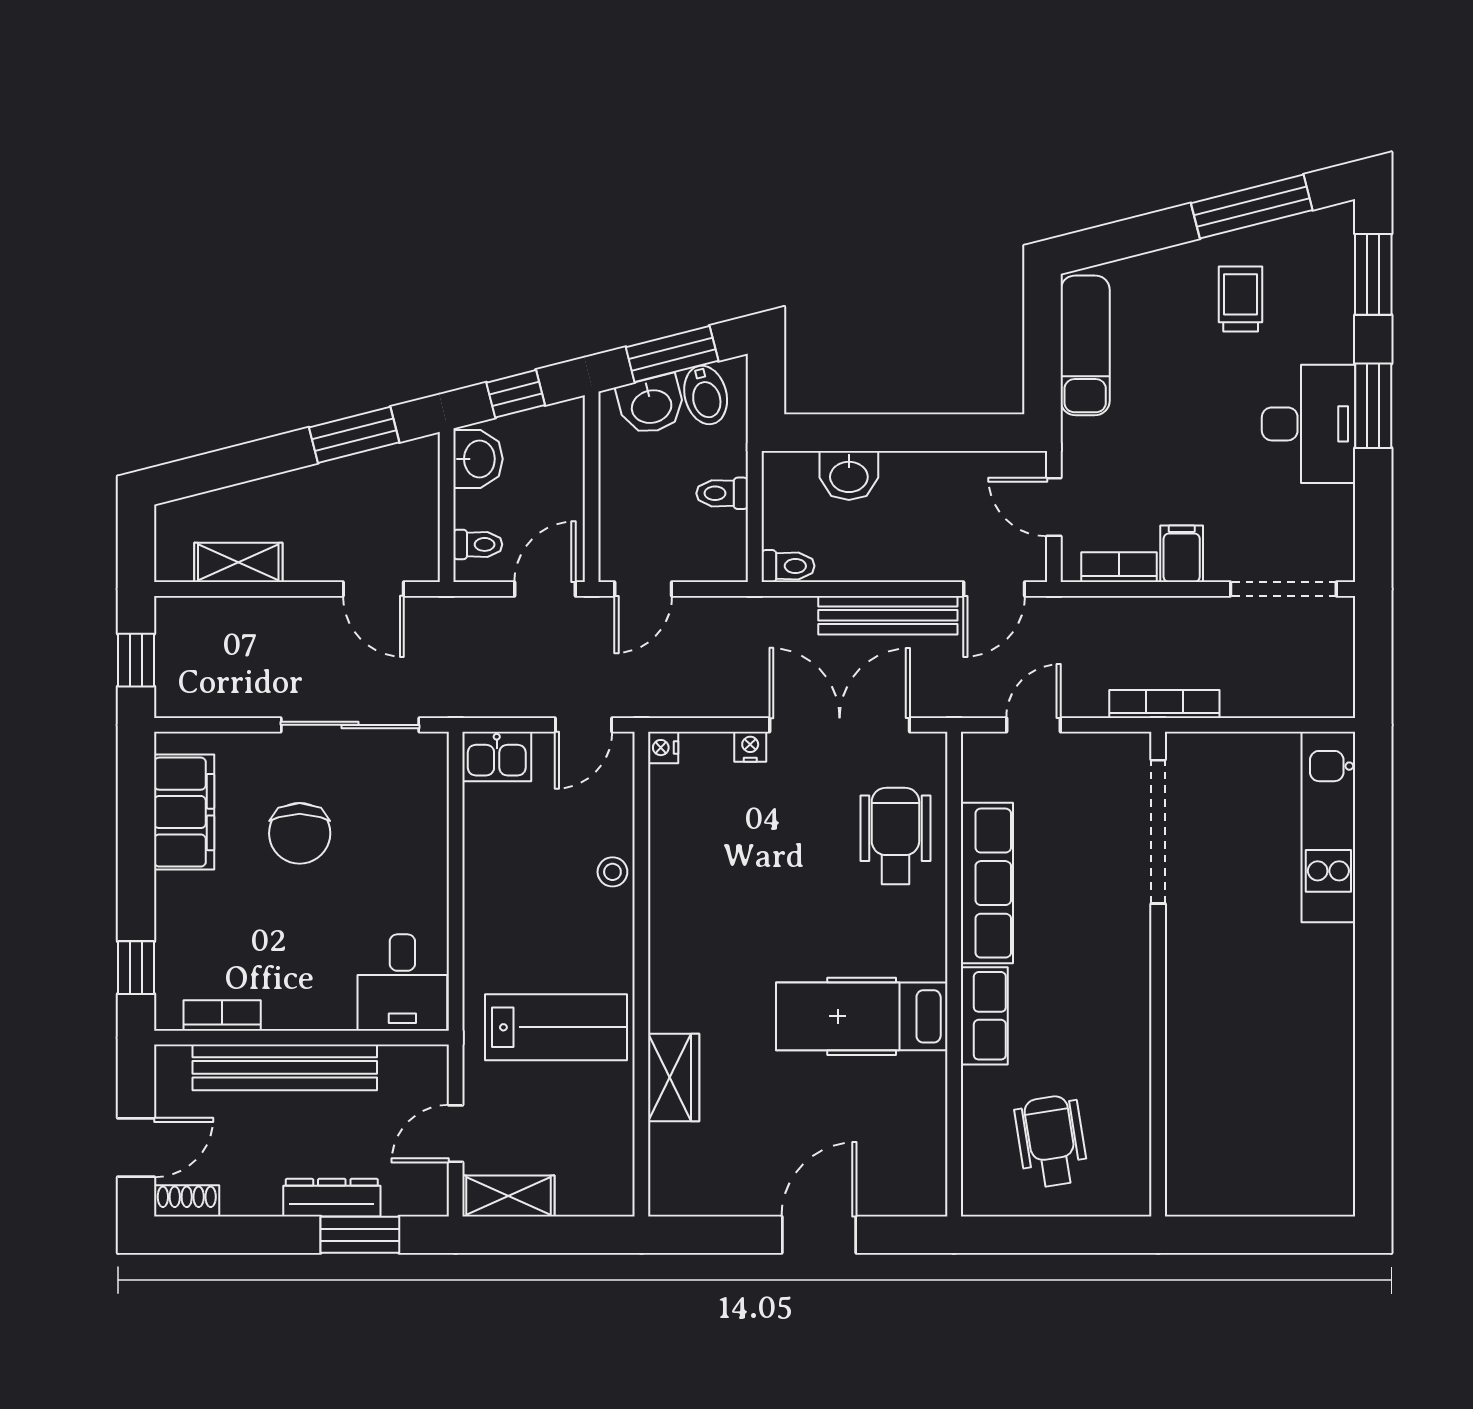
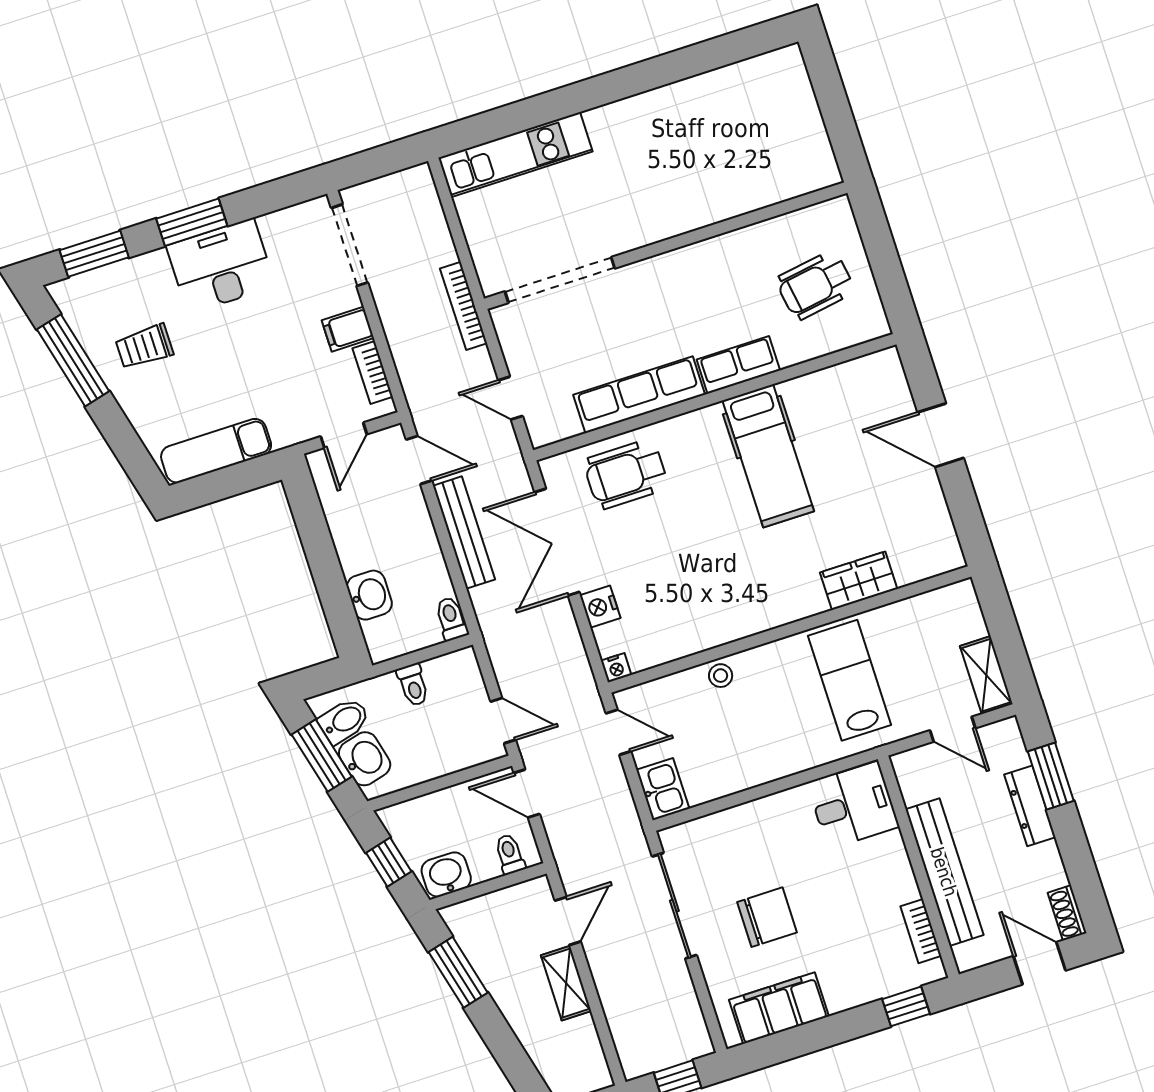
shelving: (238, 562) -> (566, 983), moved
nightstand: (750, 747) -> (600, 607), width x1.39, depth x1.35

